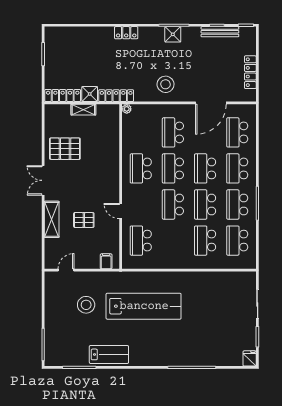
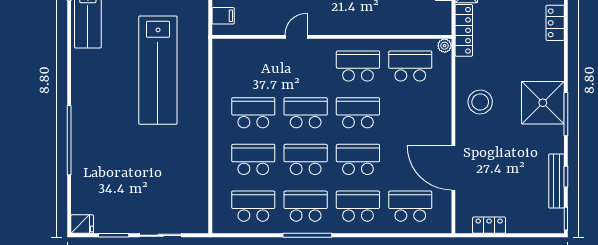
locker: (126, 33) -> (555, 23), moved
shower: (173, 34) -> (543, 103), width x1.86, depth x1.86
locker: (250, 72) -> (489, 225), width x0.66
school desk: (173, 132) -> (410, 66), moved
school desk: (141, 241) -> (253, 113), moved

